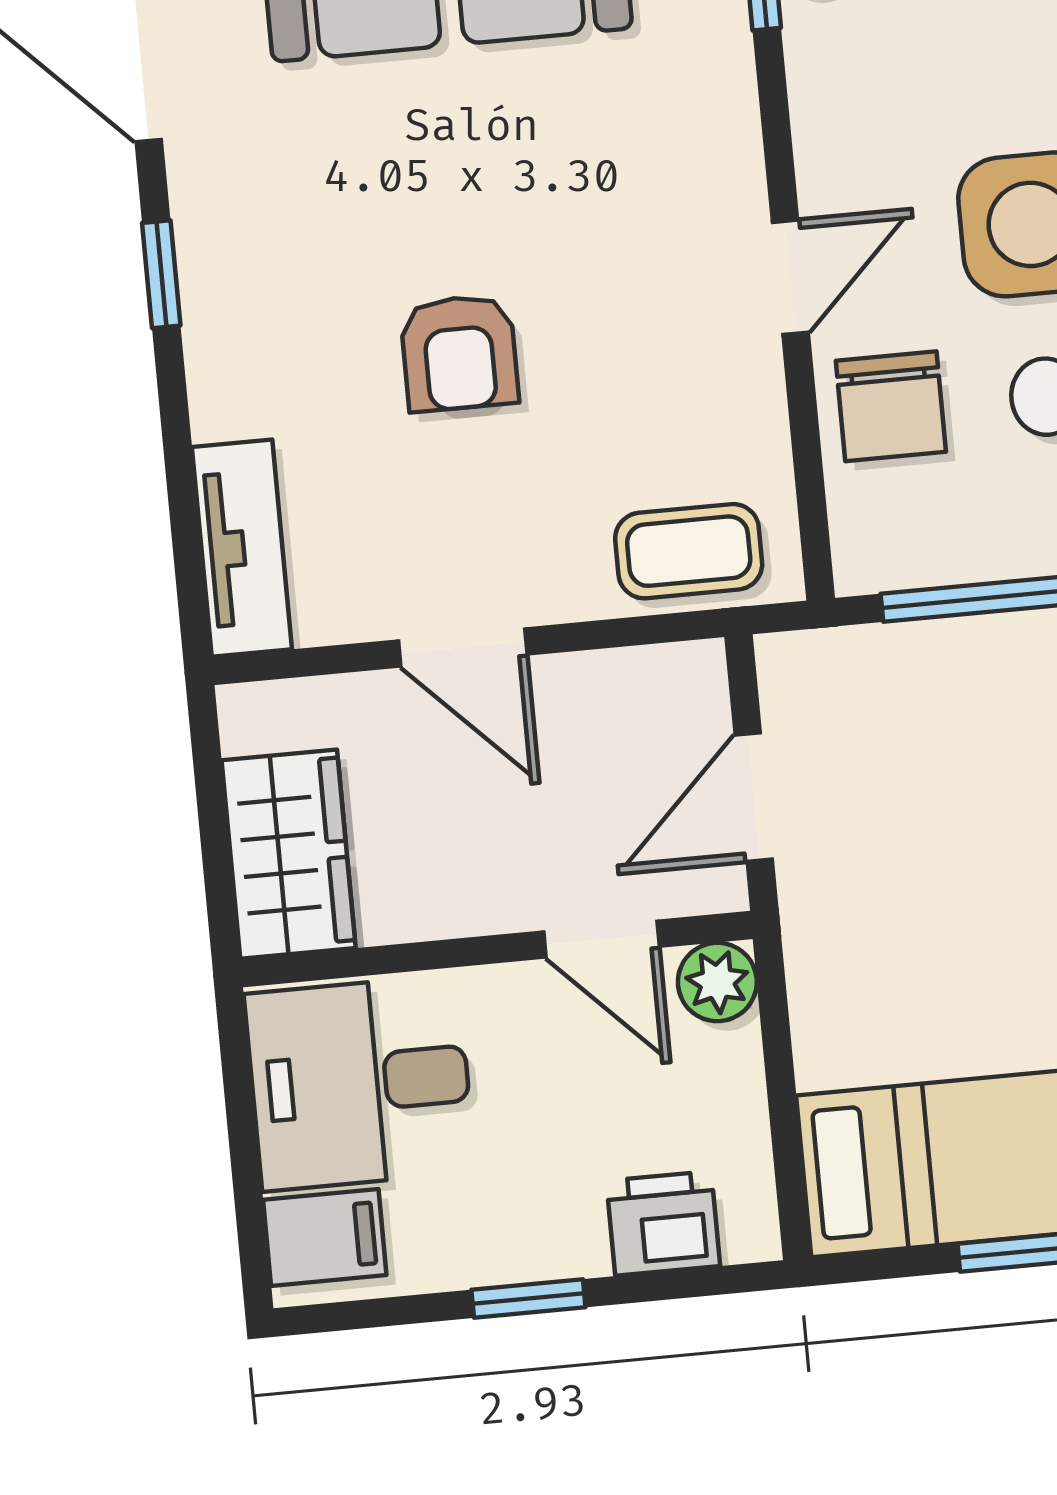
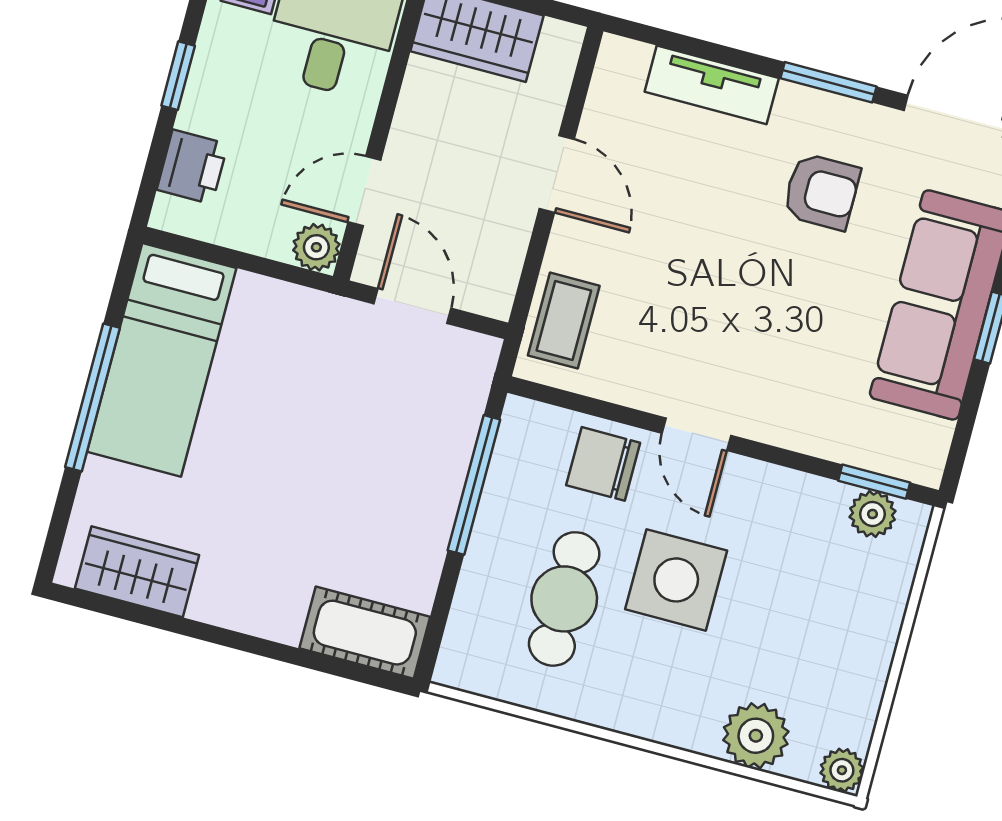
window: (161, 274) -> (828, 82), width x1.50
armchair: (459, 353) -> (821, 192), moved, turned 180
tv unit: (242, 548) -> (712, 85), moved
door: (463, 647) -> (557, 174), swing flipped

